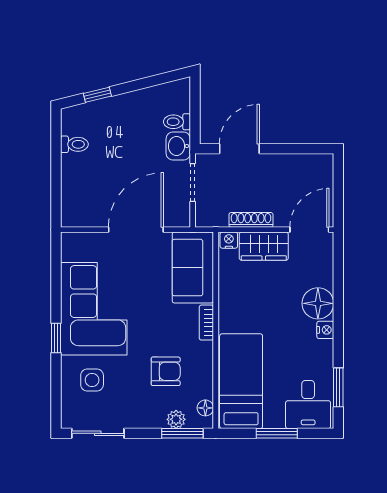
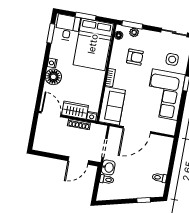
door: (309, 230) -> (51, 114), swing flipped
armchair: (166, 371) -> (135, 57), turned 180
bed: (241, 381) -> (93, 44), width x1.50

